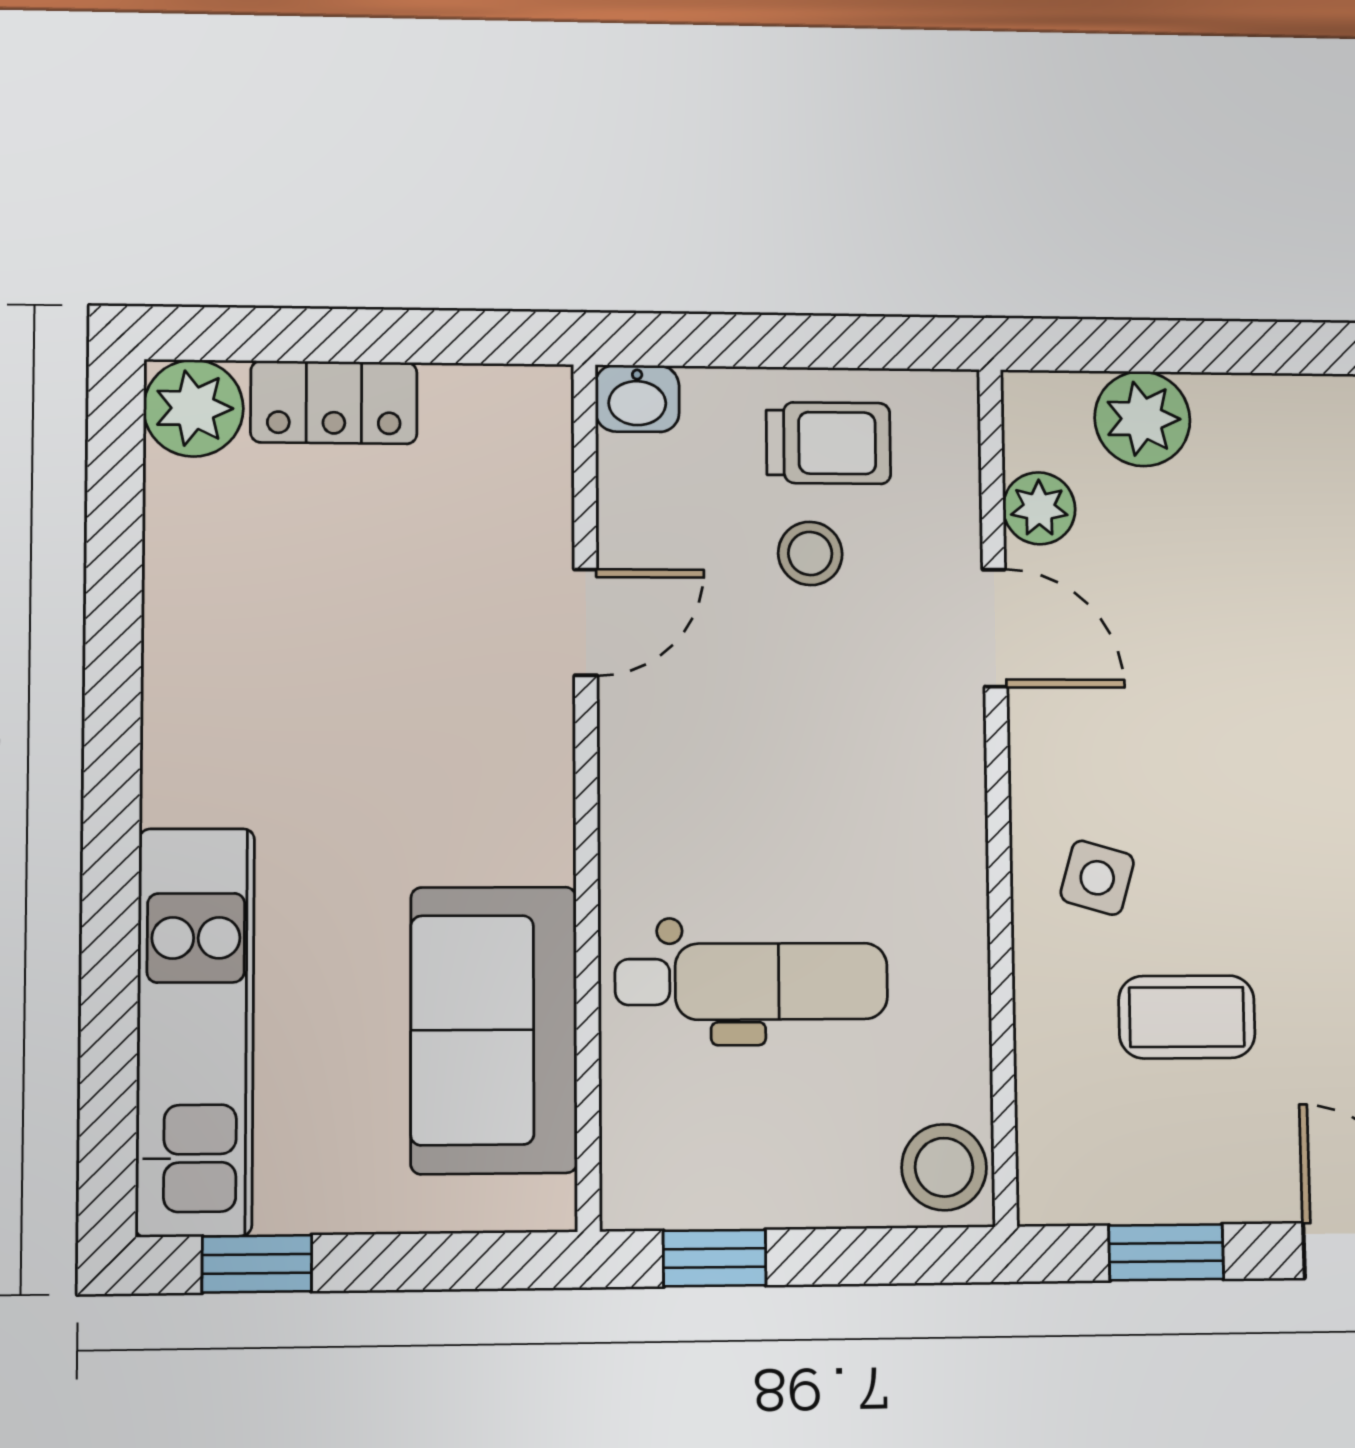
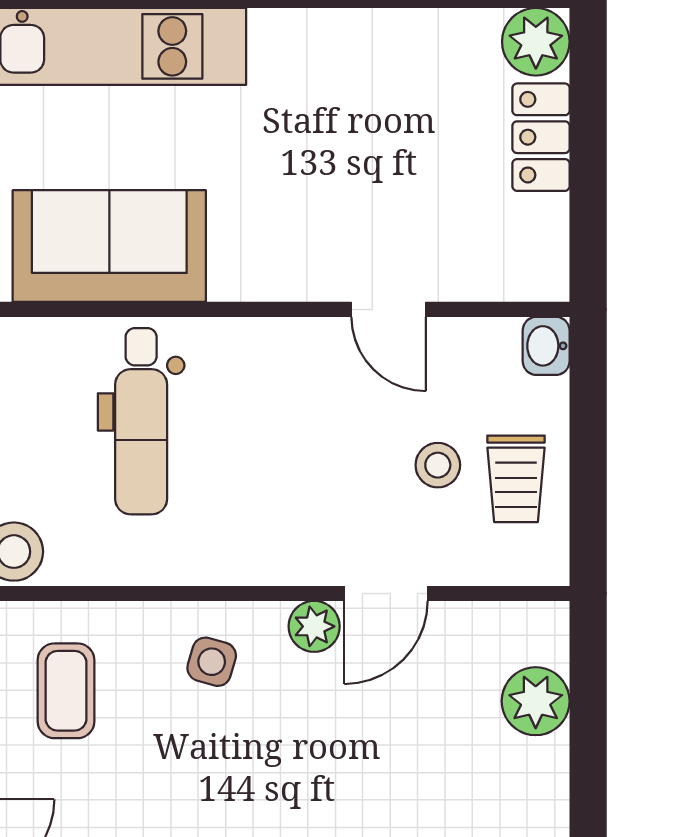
plant: (1039, 508) -> (314, 626), moved
coffee table: (1187, 1017) -> (66, 691), moved

